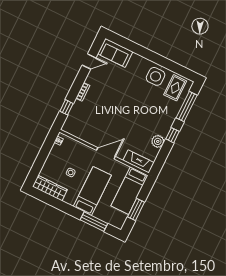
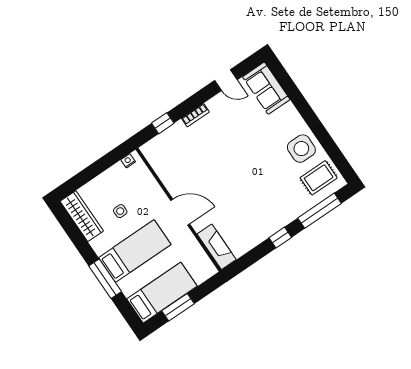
plant: (158, 141) -> (256, 235), removed
bed: (130, 191) -> (162, 293), moved, turned 180
window: (94, 222) -> (105, 279), moved

